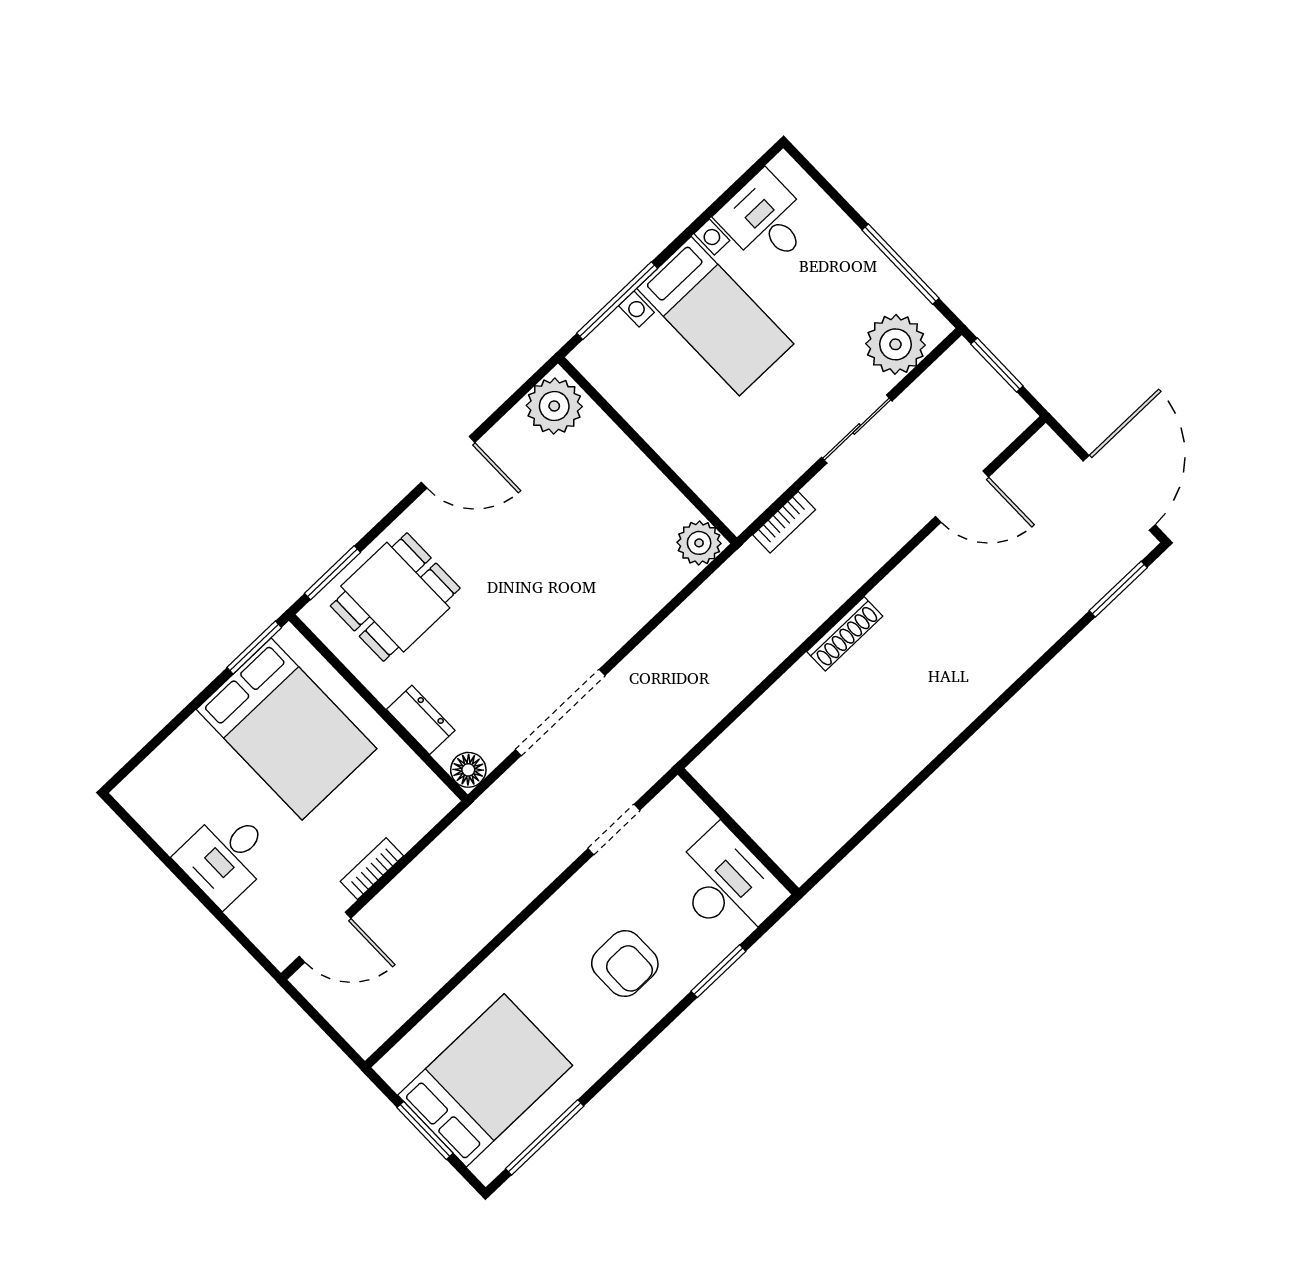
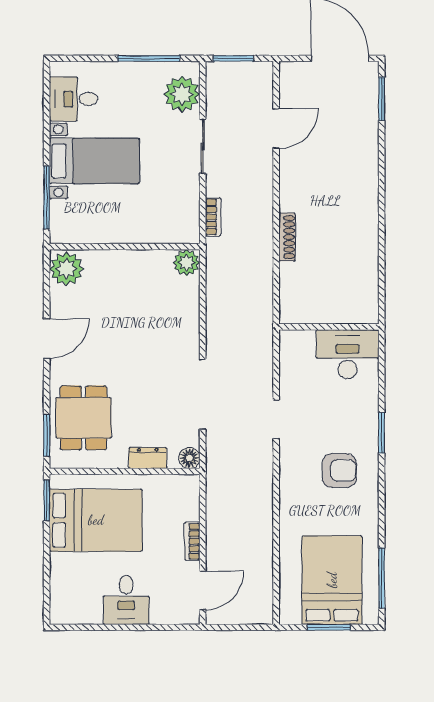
wall: (738, 831) -> (329, 327), moved
desk: (727, 885) -> (348, 354), moved

